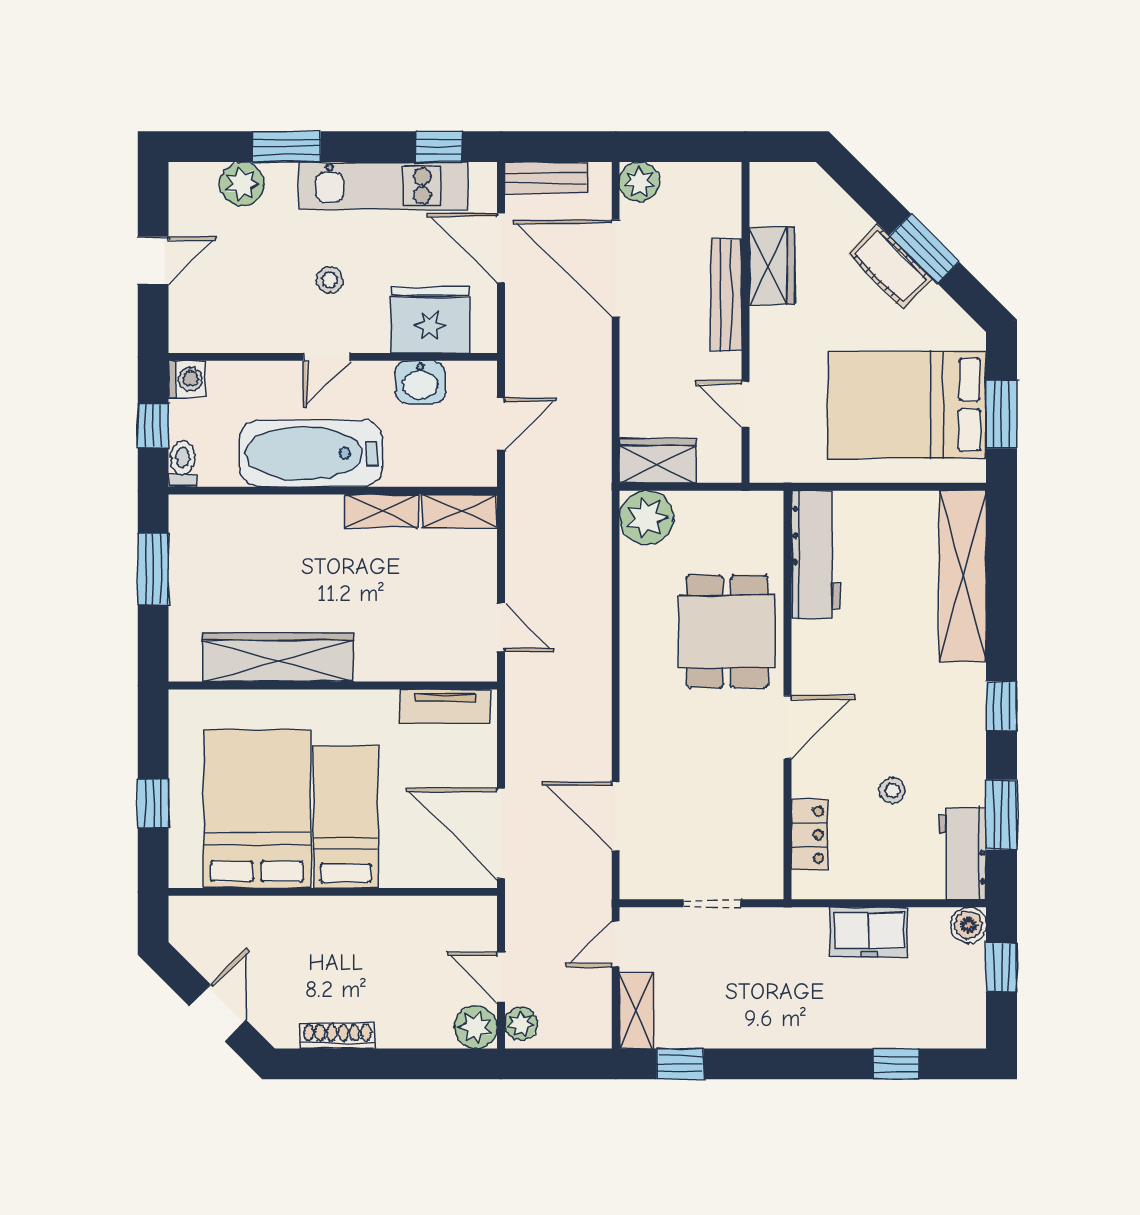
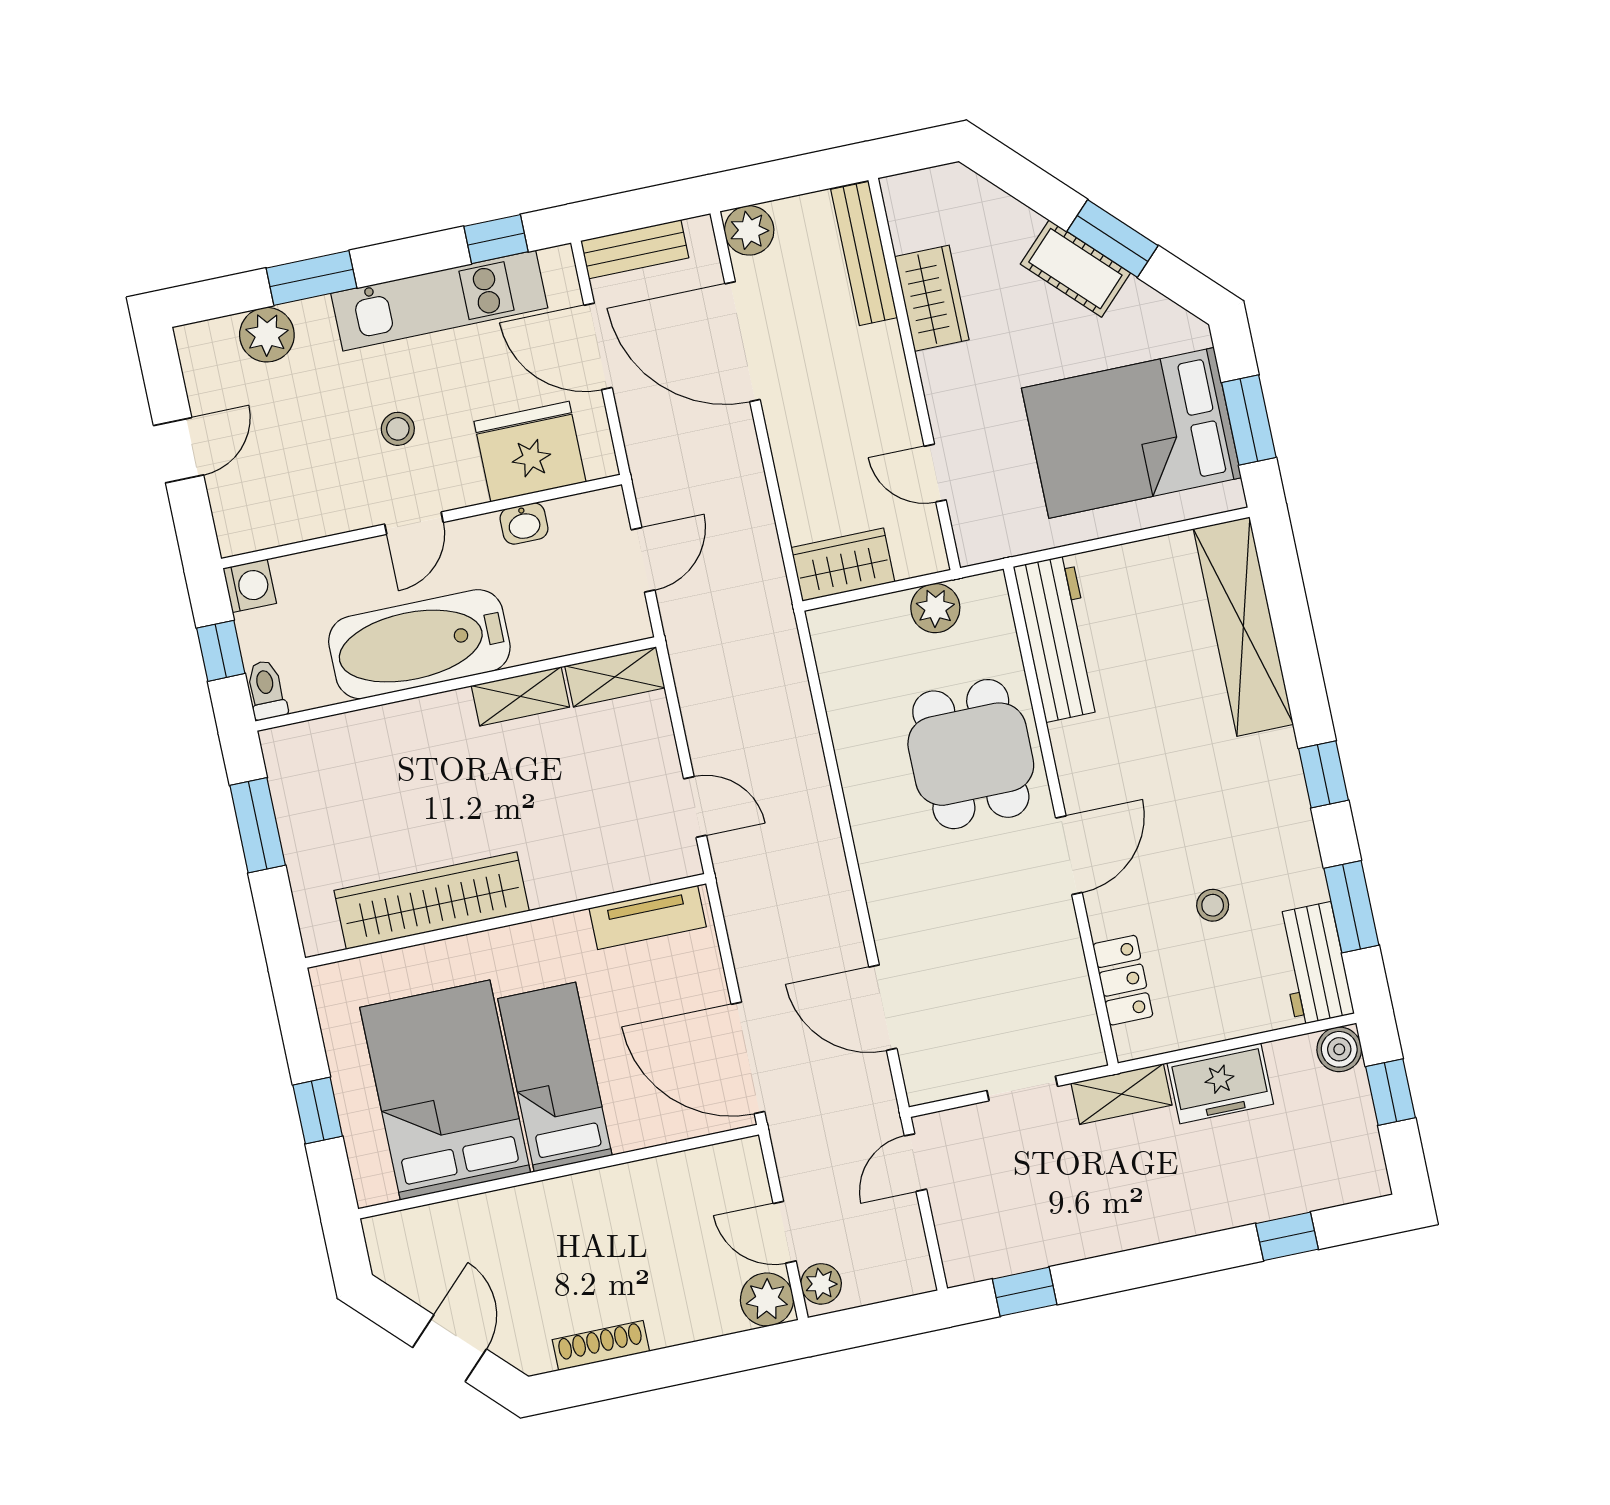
bench: (726, 294) -> (864, 254), moved
washbasin: (420, 382) -> (524, 524), width x0.72, depth x0.69
plant: (646, 518) -> (935, 608), moved, width x0.73, depth x0.73
shelving: (636, 1011) -> (1121, 1094), moved, turned 90

